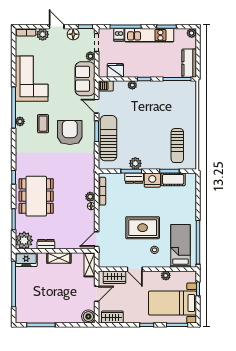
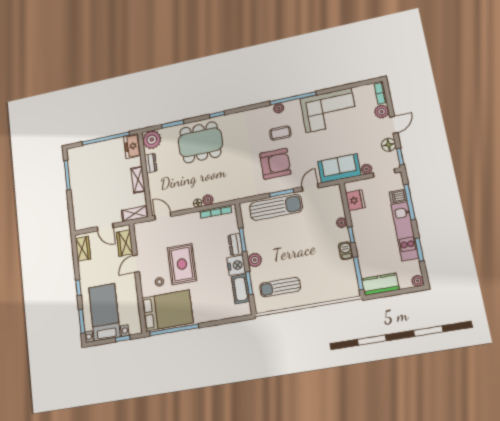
barbecue: (106, 86) -> (346, 251), moved
plant: (135, 163) -> (255, 260), moved
bed: (180, 246) -> (167, 310), width x1.50
plant: (166, 275) -> (133, 299), removed
boiler: (88, 317) -> (81, 223), removed

